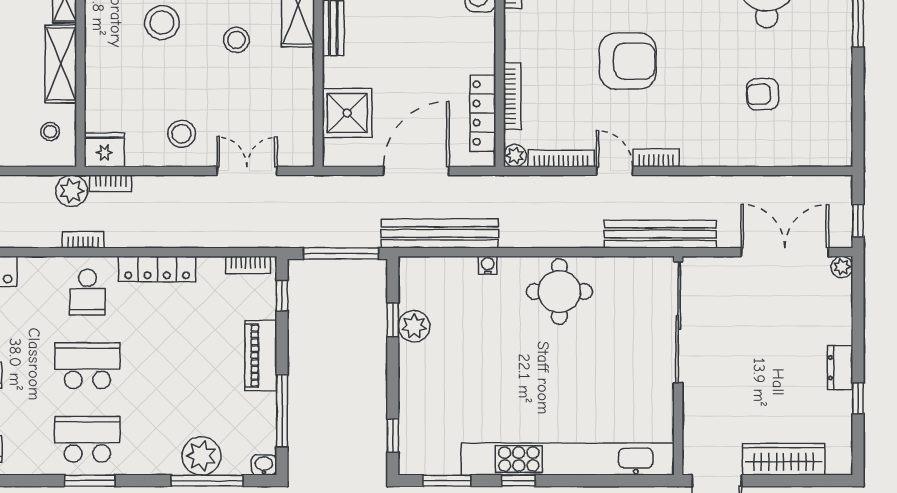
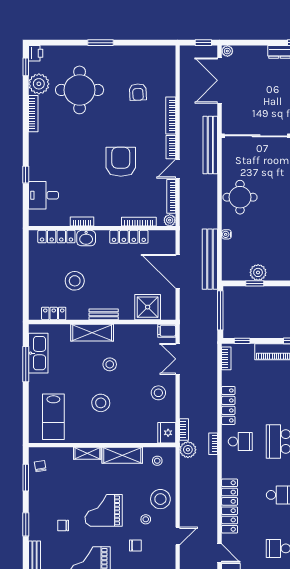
locker: (483, 113) -> (129, 237), moved
filing cabinet: (302, 150) -> (167, 331), added
bookcase: (717, 158) -> (171, 116), added

